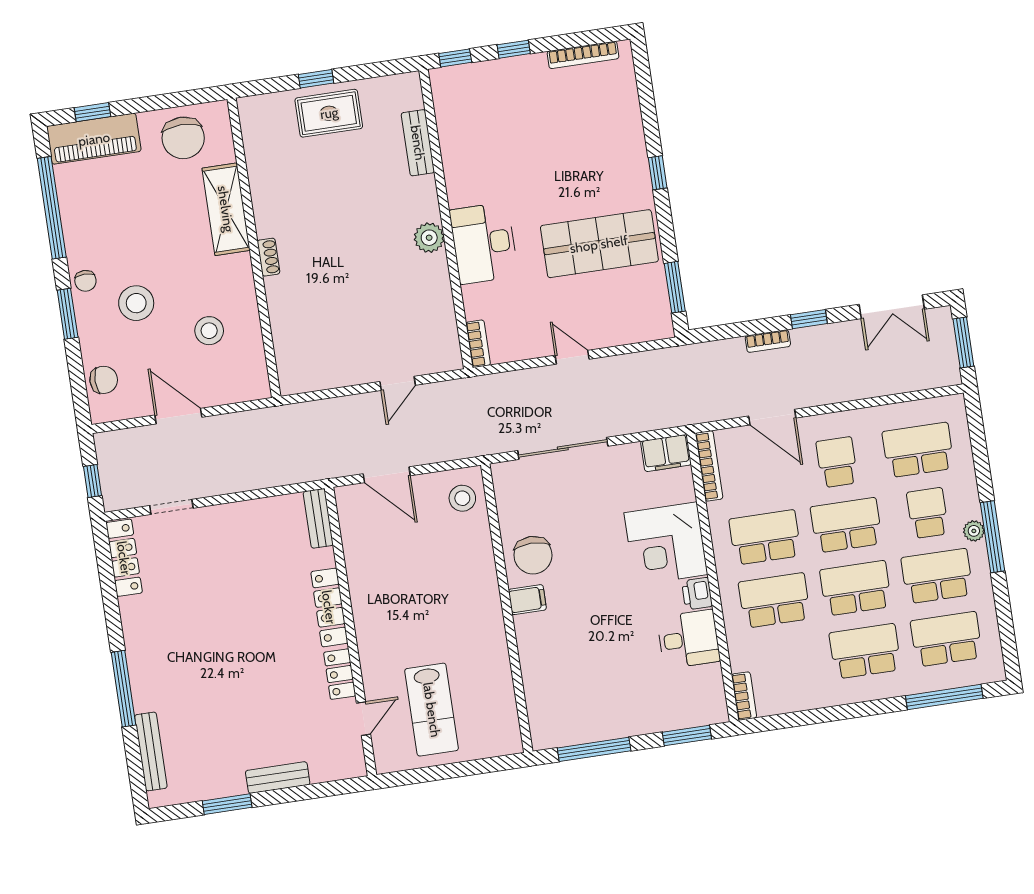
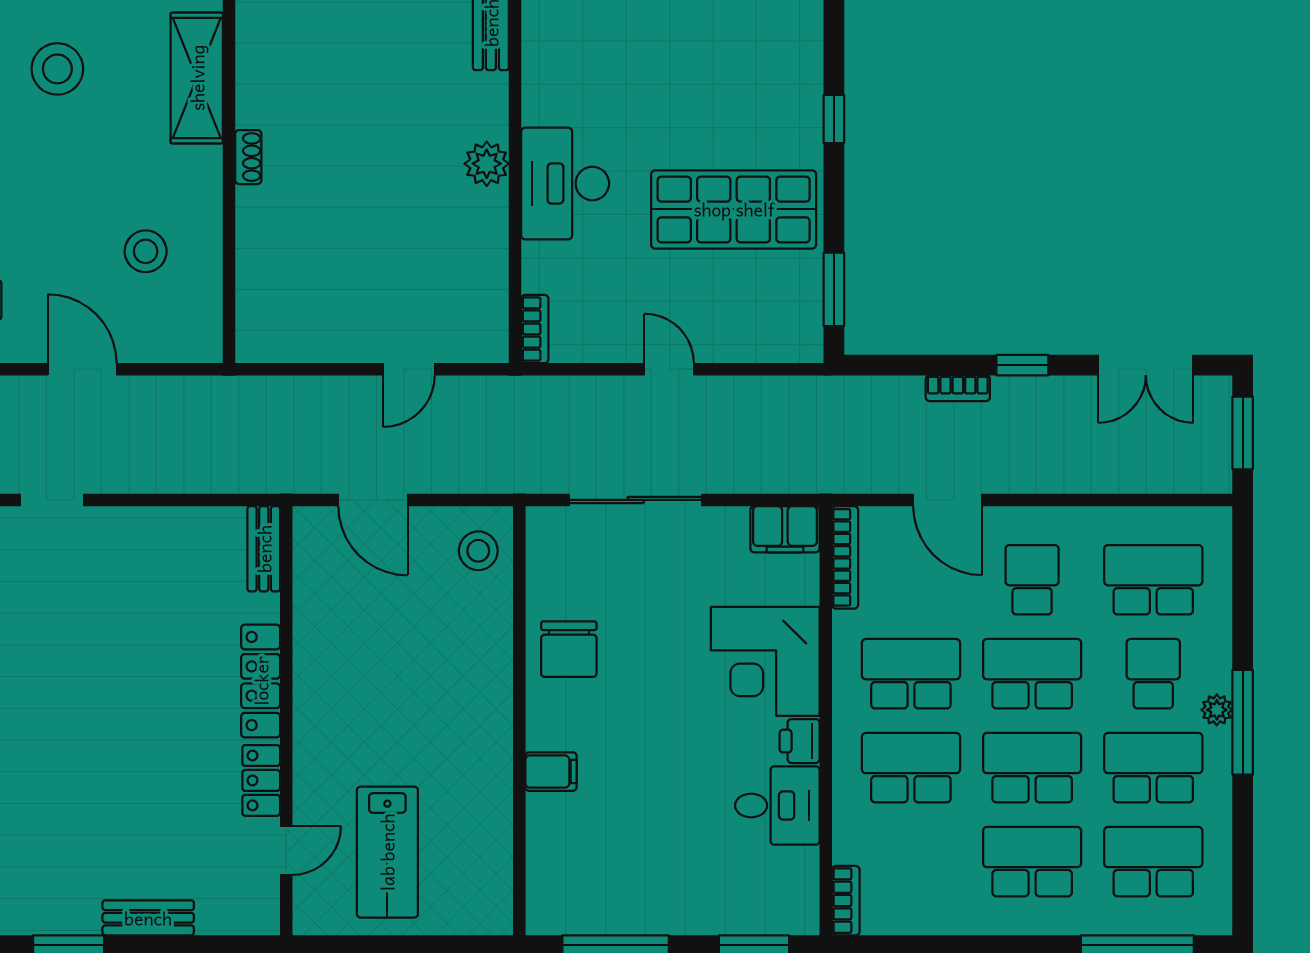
stool: (136, 303) -> (57, 69), moved
filing cabinet: (527, 600) -> (551, 772), moved

